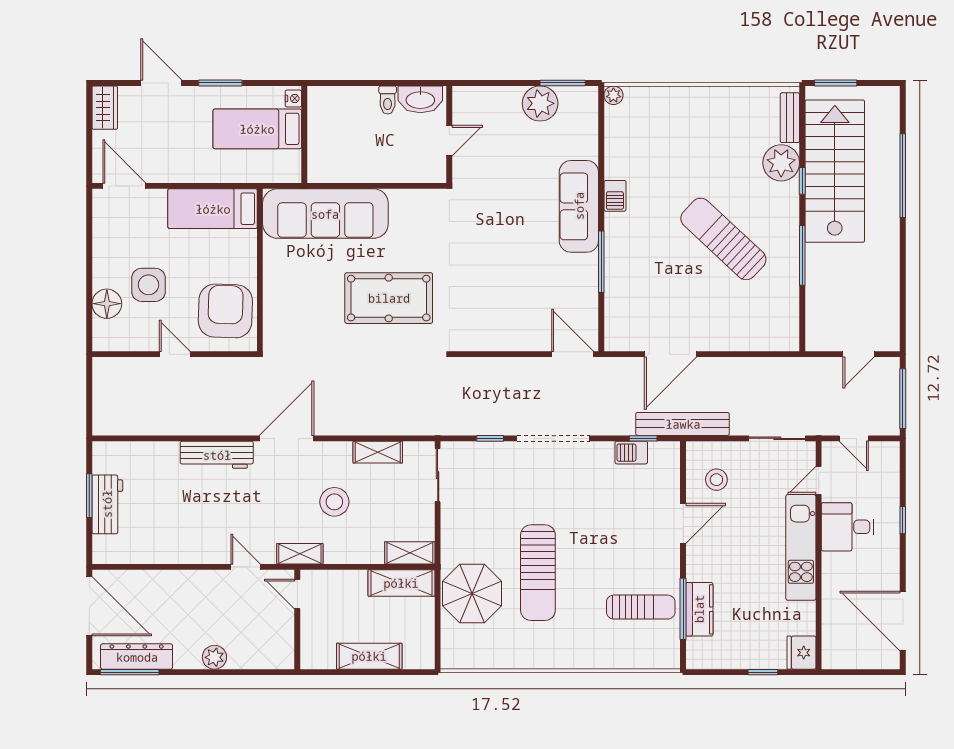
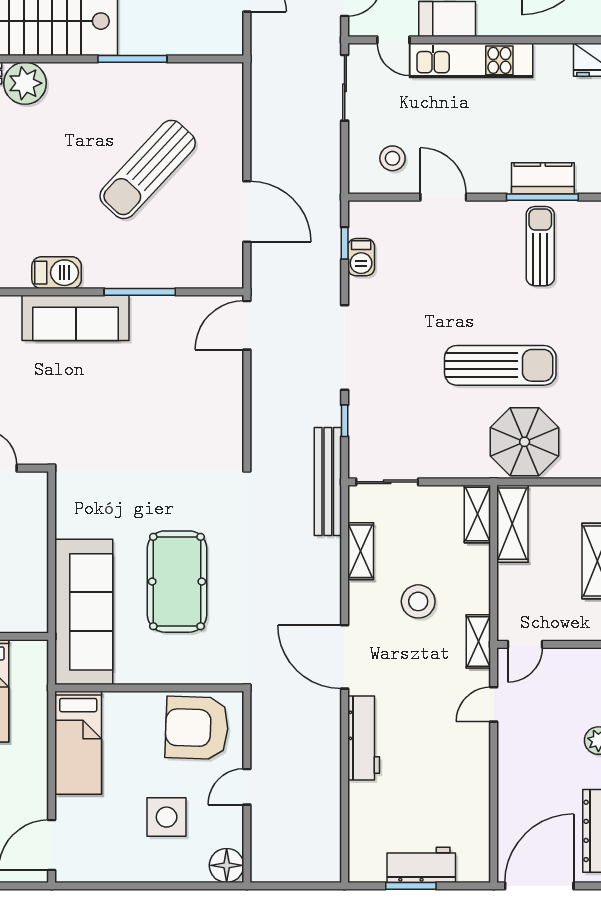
window: (802, 181) -> (46, 59), removed
barbecue: (615, 196) -> (57, 273), width x1.38, depth x1.27
sun lounger: (723, 239) -> (148, 169), moved
pool table: (389, 298) -> (177, 582), moved
floor lamp: (107, 304) -> (227, 865), moved
bench: (683, 424) -> (328, 481), moved

